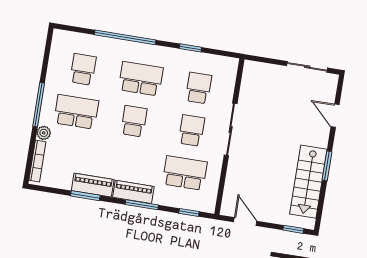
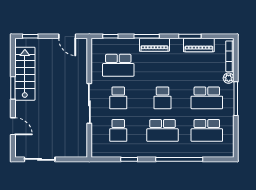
school desk: (83, 69) -> (207, 130), width x1.85
piano: (93, 185) -> (199, 45), moved

